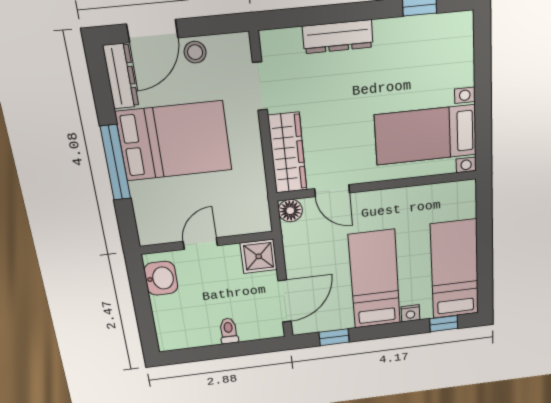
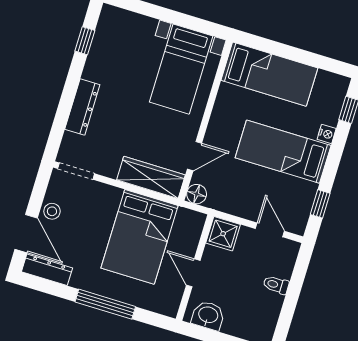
doorway: (260, 86) -> (76, 171), moved
bed: (174, 141) -> (139, 237), moved, turned 180
bed: (455, 269) -> (269, 74), moved, turned 180
door: (285, 301) -> (270, 230), width x0.73

